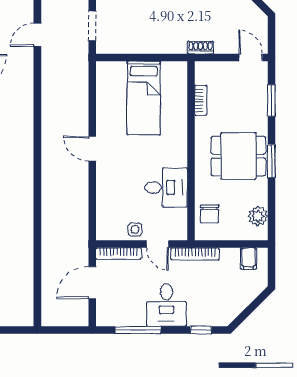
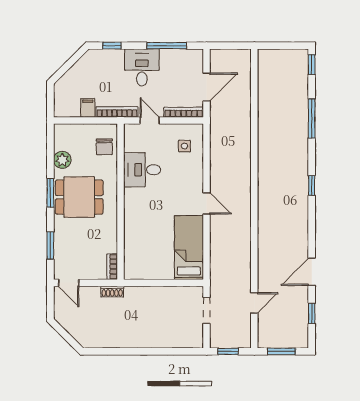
bed: (144, 98) -> (189, 248), moved
bookcase: (201, 100) -> (112, 267), moved
chair: (210, 214) -> (104, 147), turned 180
plant: (258, 216) -> (62, 160), moved
side table: (135, 230) -> (184, 146), moved
filing cabinet: (249, 259) -> (88, 108), moved

